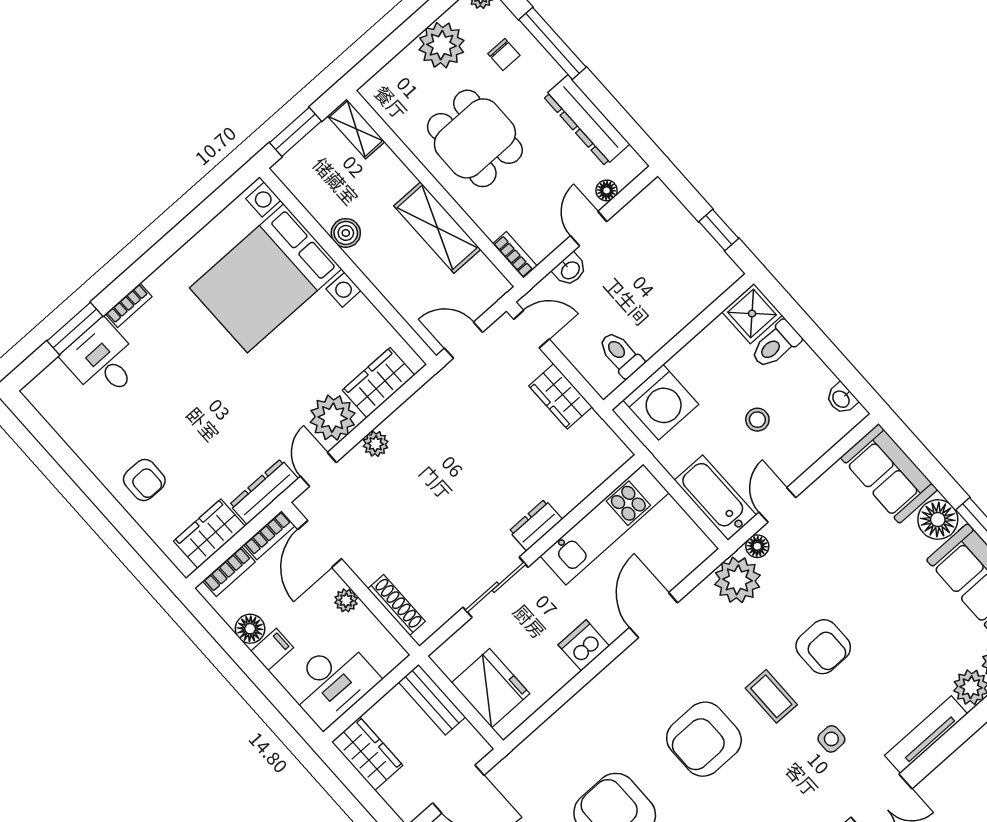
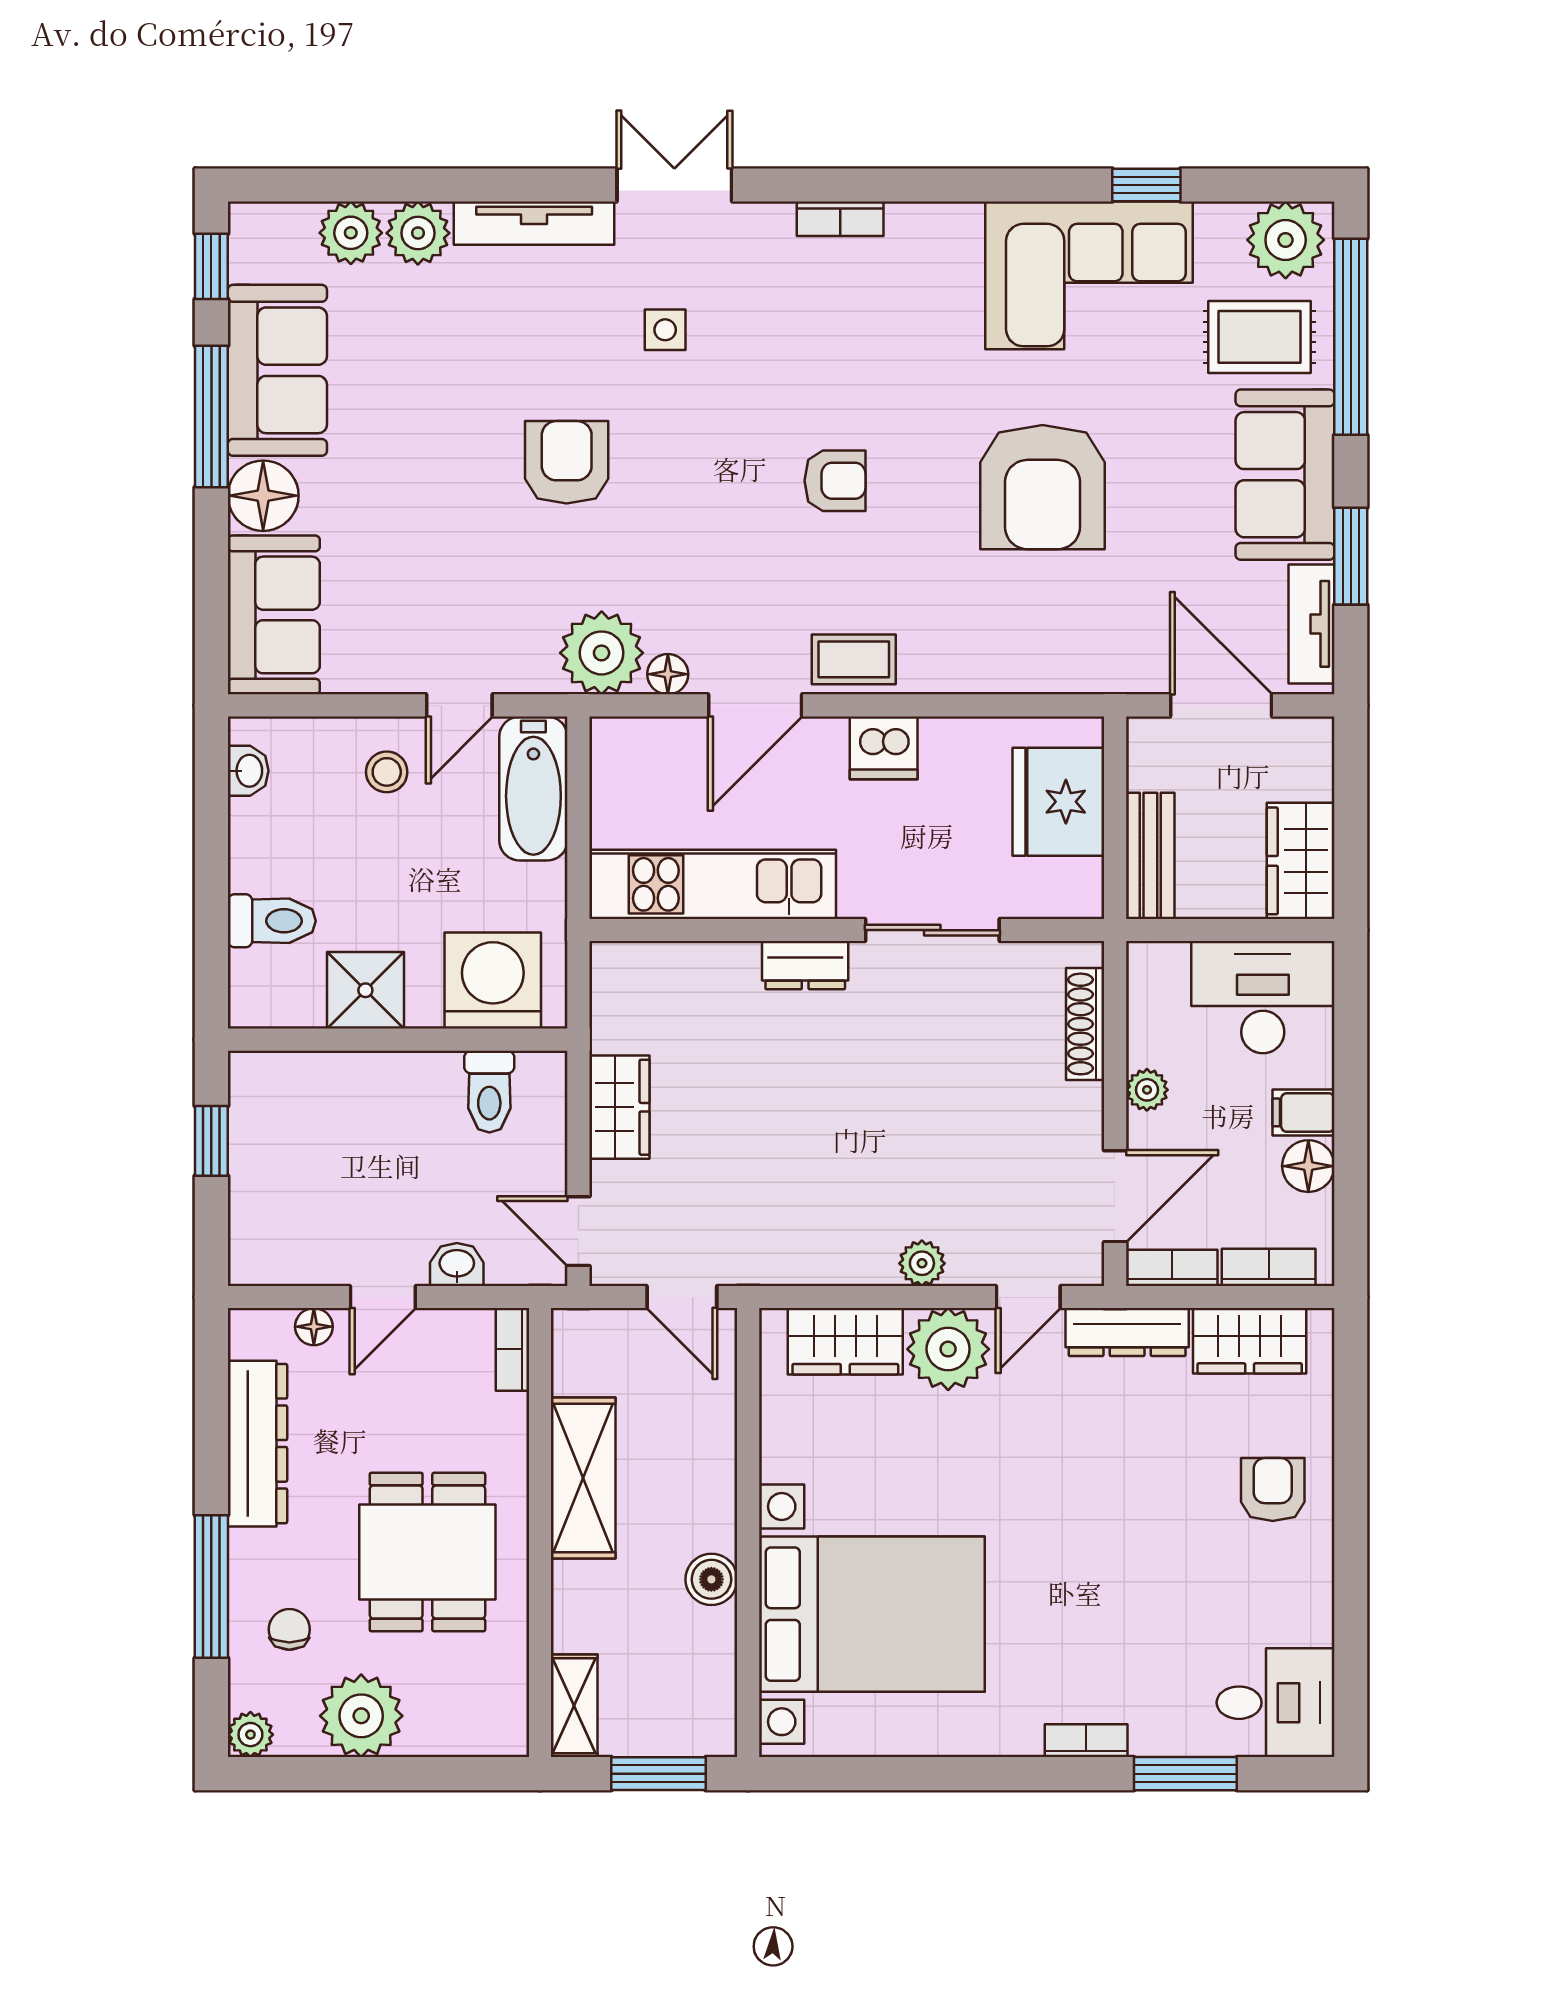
shower: (752, 314) -> (365, 990), moved
desk: (103, 360) -> (1276, 1703), moved, turned -90
stool: (757, 420) -> (387, 772), moved
floor lamp: (757, 546) -> (668, 674), moved
coffee table: (771, 696) -> (854, 659), moved, turned 90
armchair: (704, 739) -> (835, 481), width x0.53, depth x0.53

